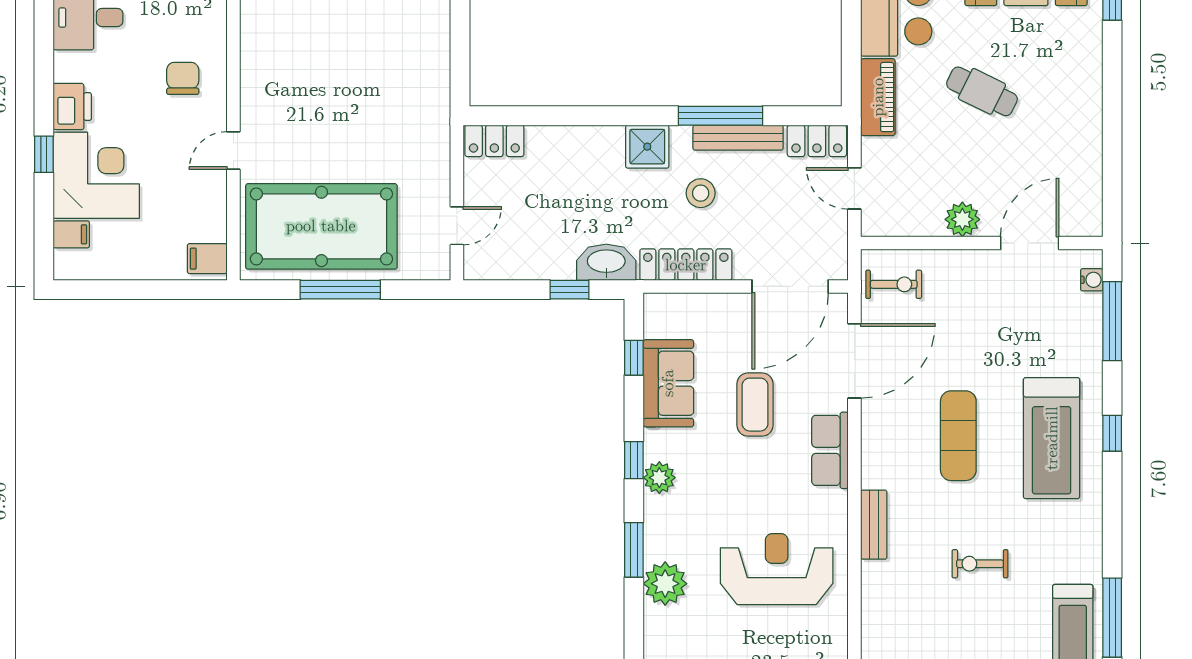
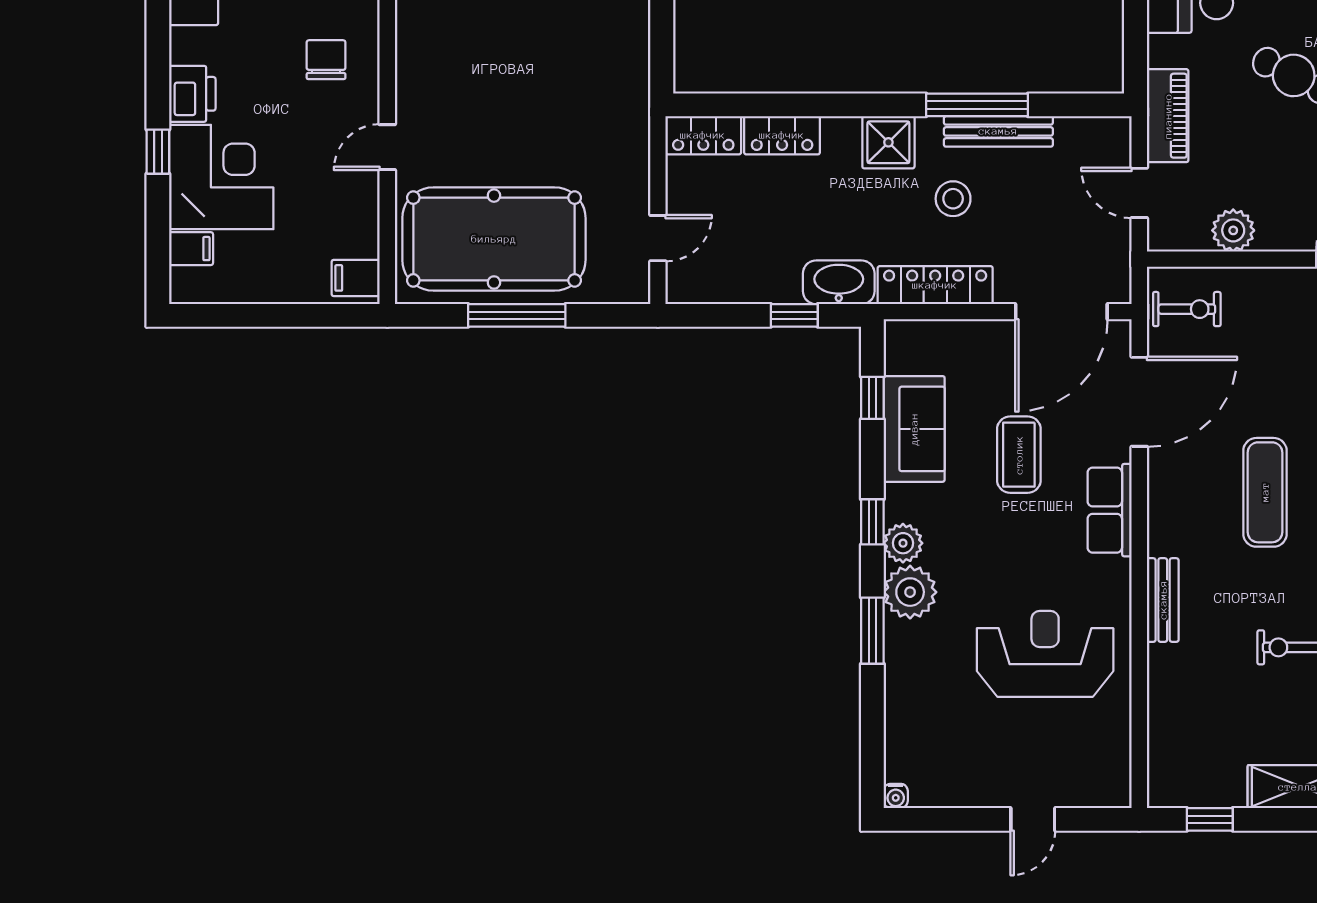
piano: (878, 97) -> (1168, 116), moved
locker: (817, 141) -> (782, 135), moved
plant: (962, 219) -> (1233, 230), moved
plant: (665, 584) -> (910, 592), moved

